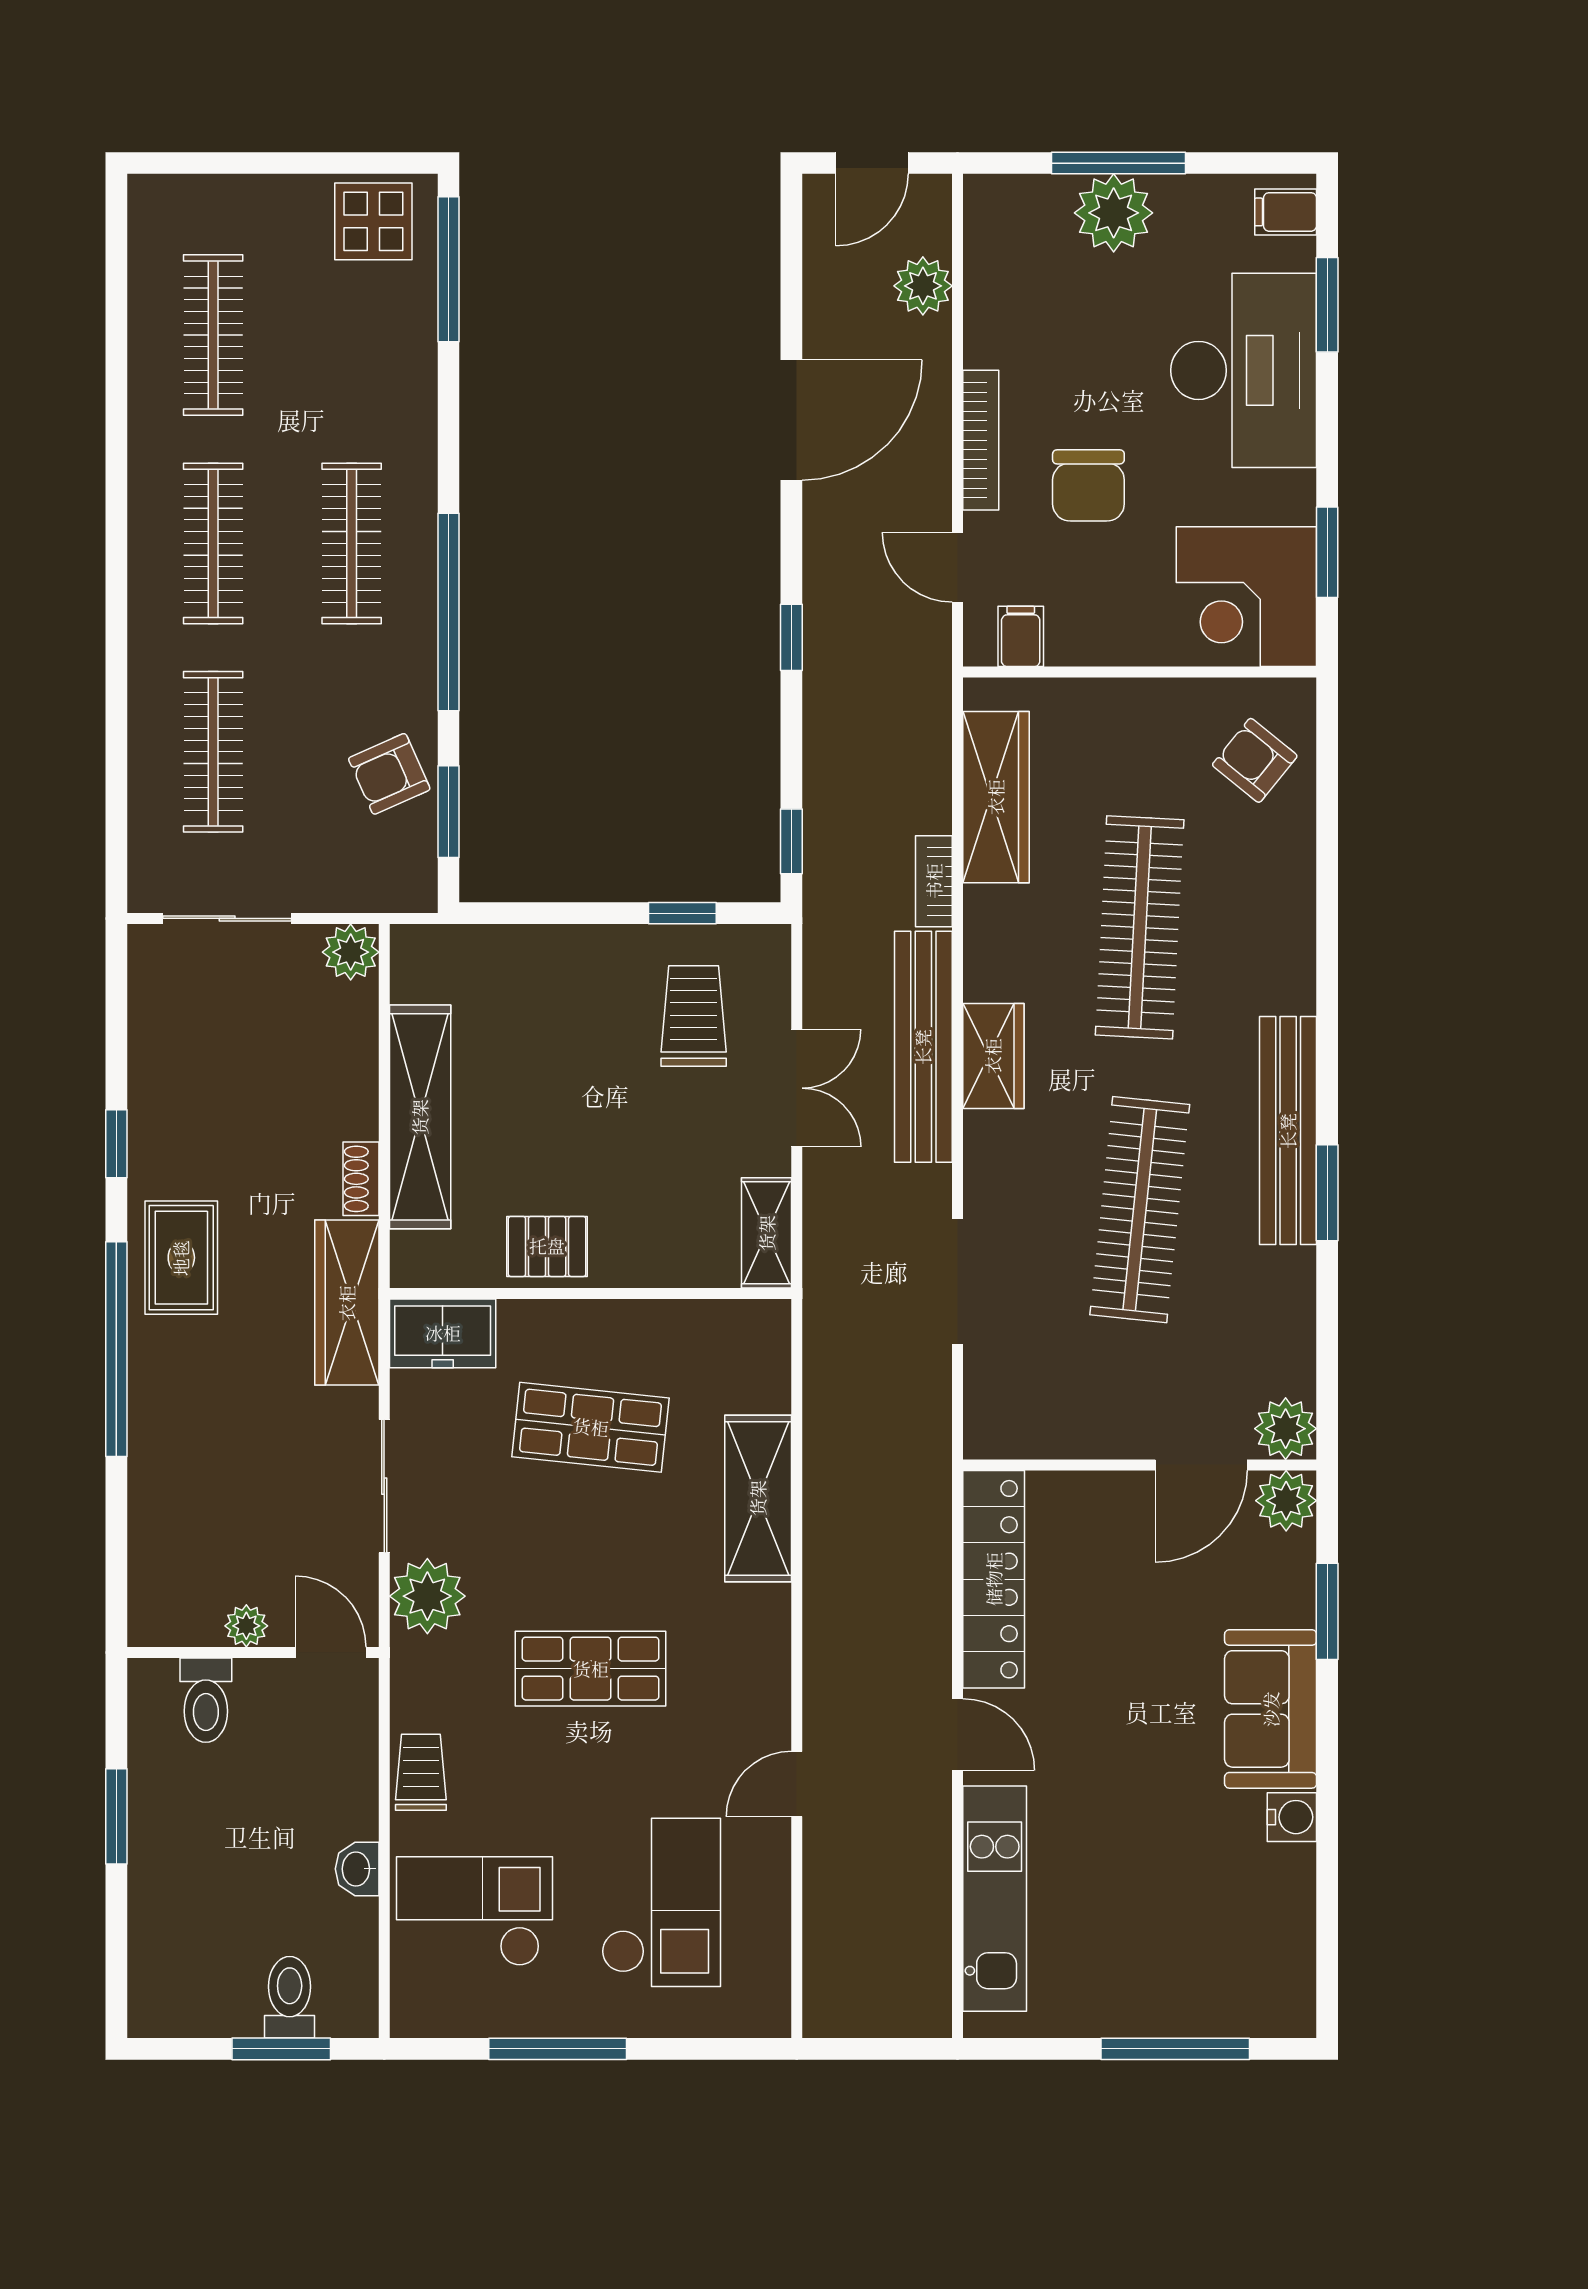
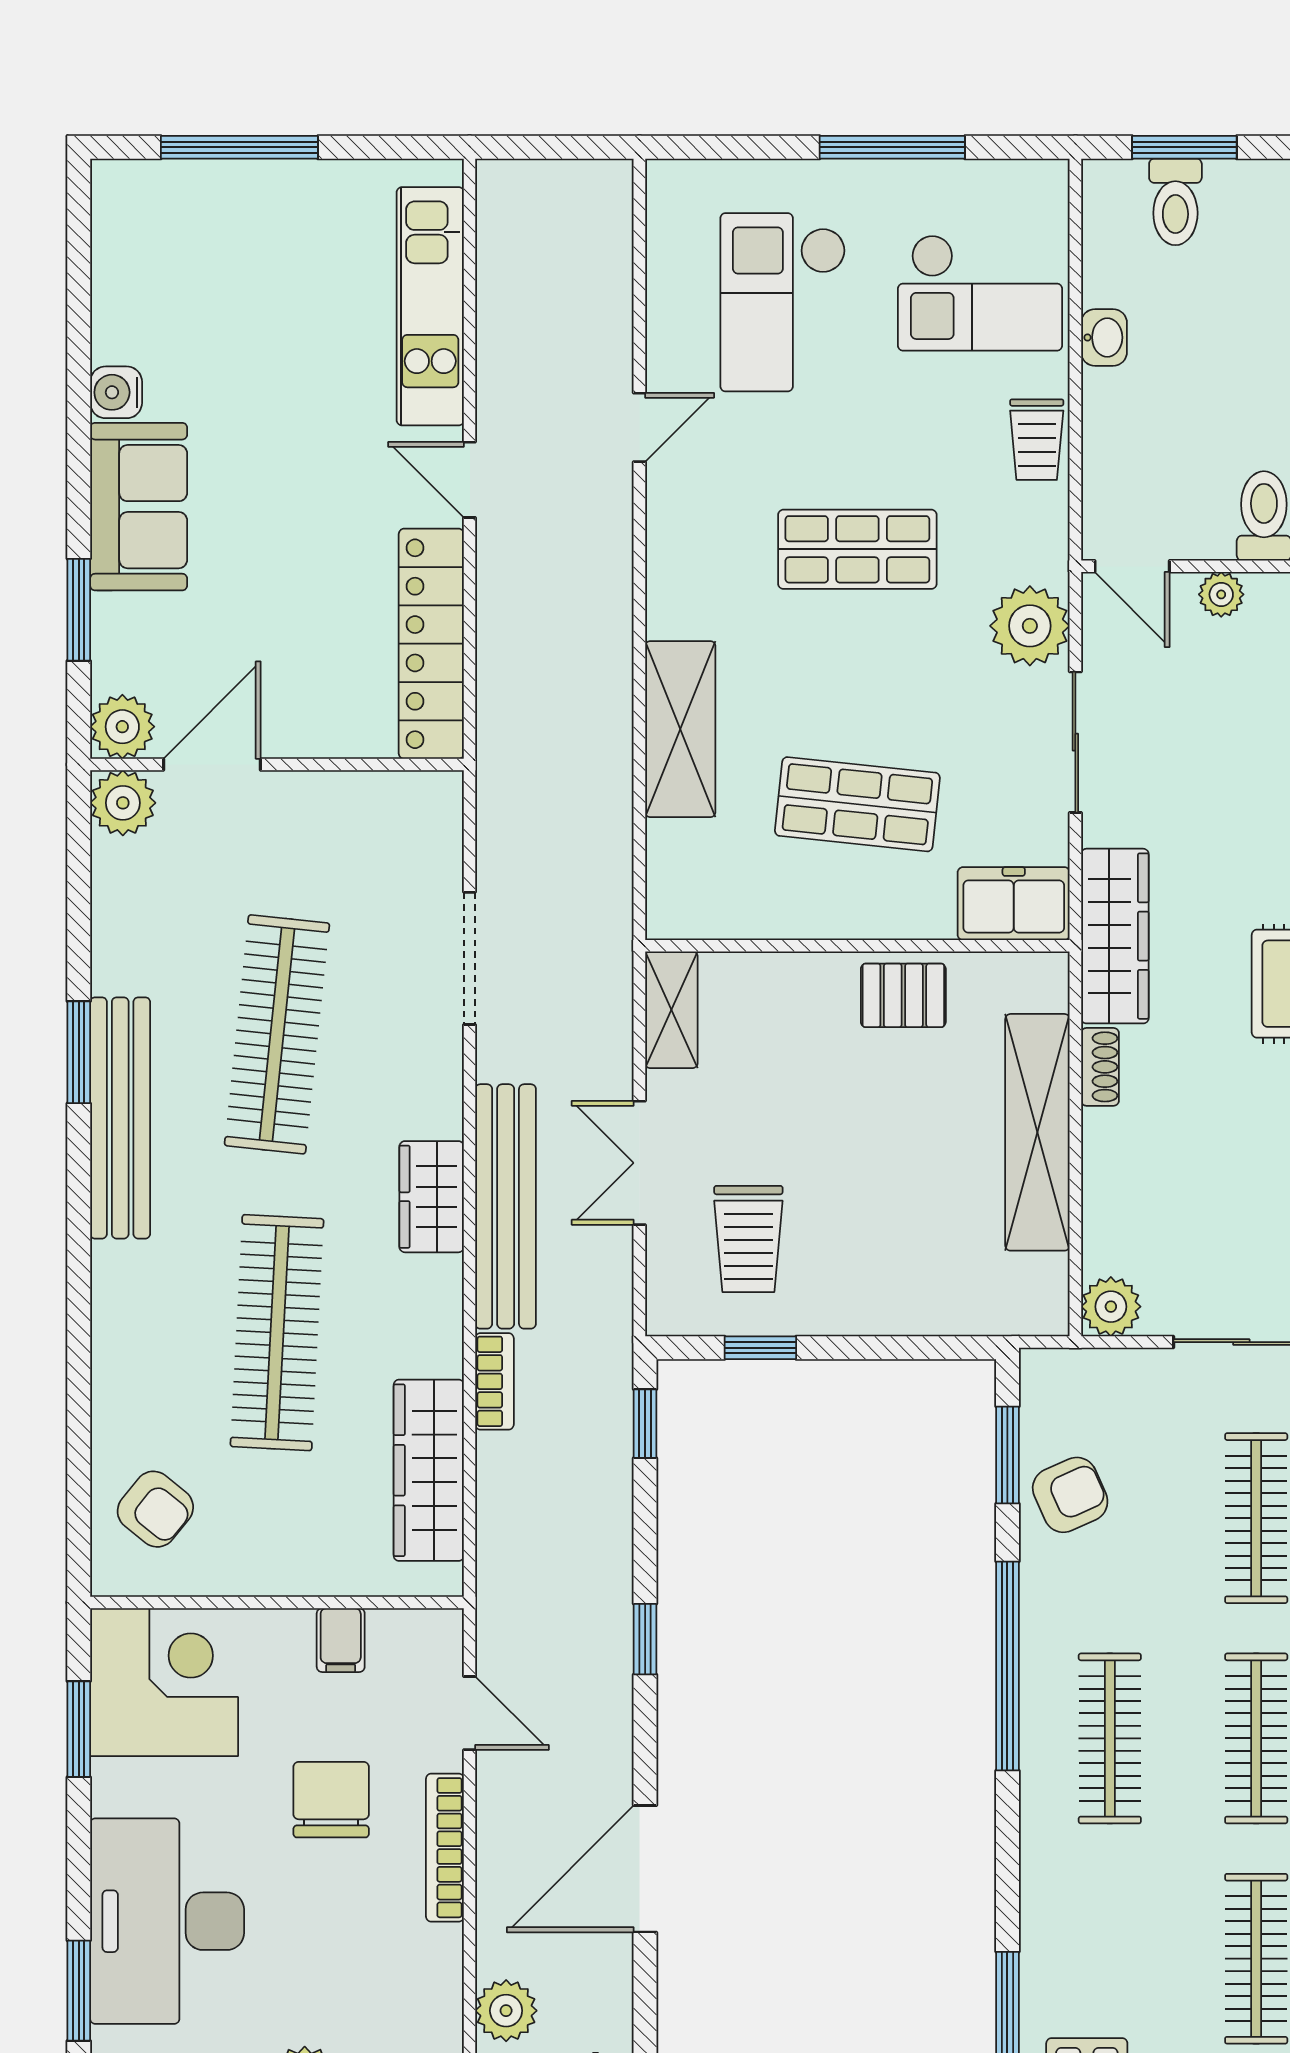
filing cabinet: (1021, 636) -> (341, 1640), moved

